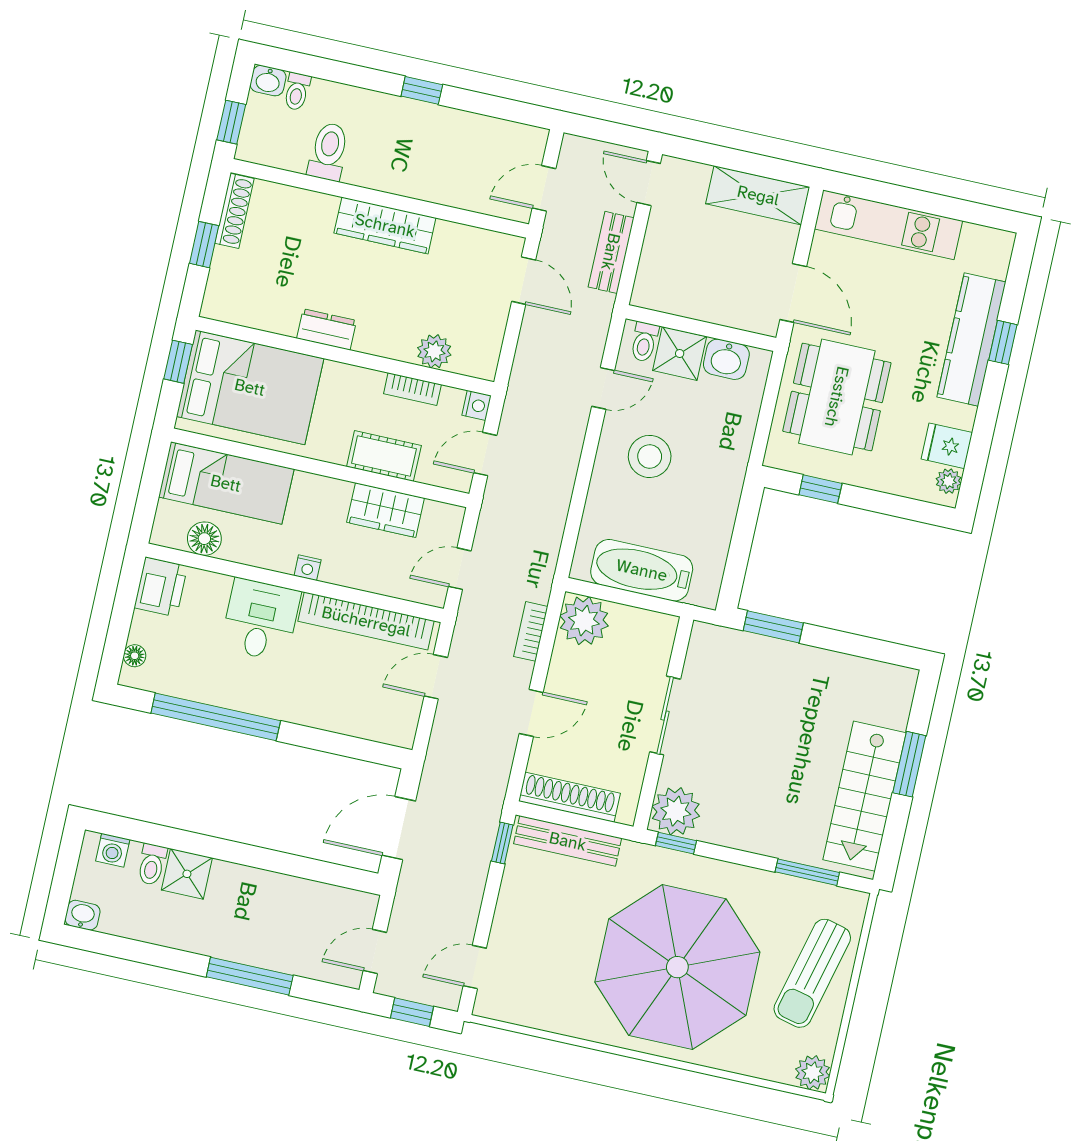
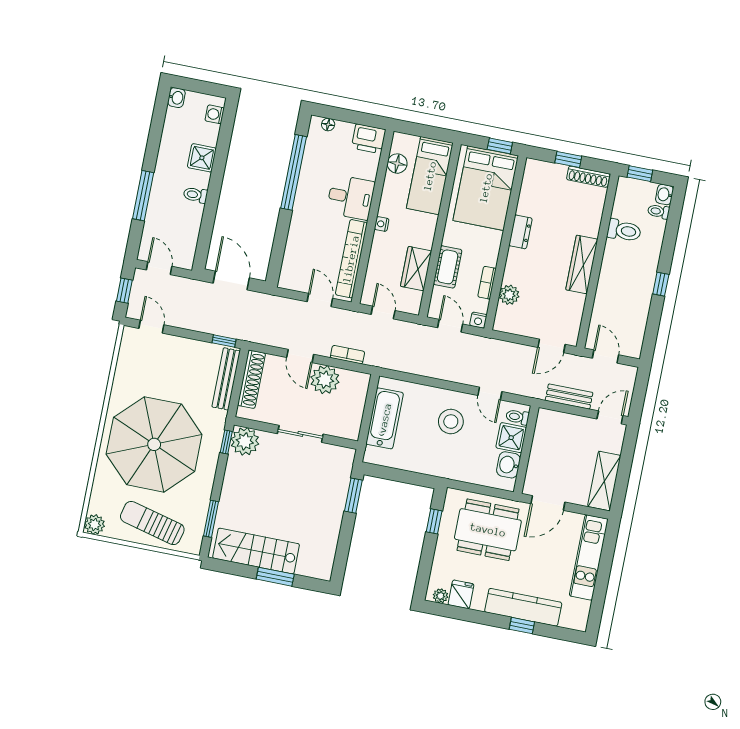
plant: (584, 621) -> (325, 380), moved
toilet: (152, 864) -> (195, 195), moved

